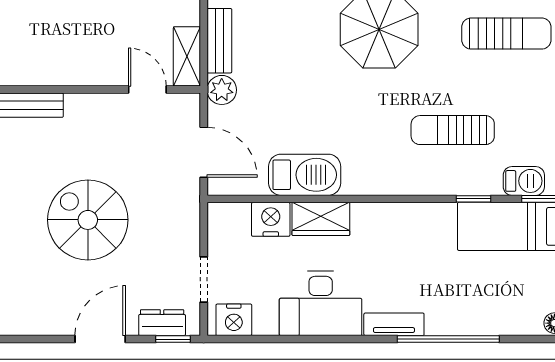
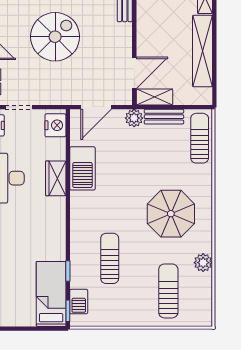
sun lounger: (506, 34) -> (168, 291), turned 180
door: (147, 89) -> (134, 73), width x1.38
nightstand: (271, 219) -> (55, 125), moved

